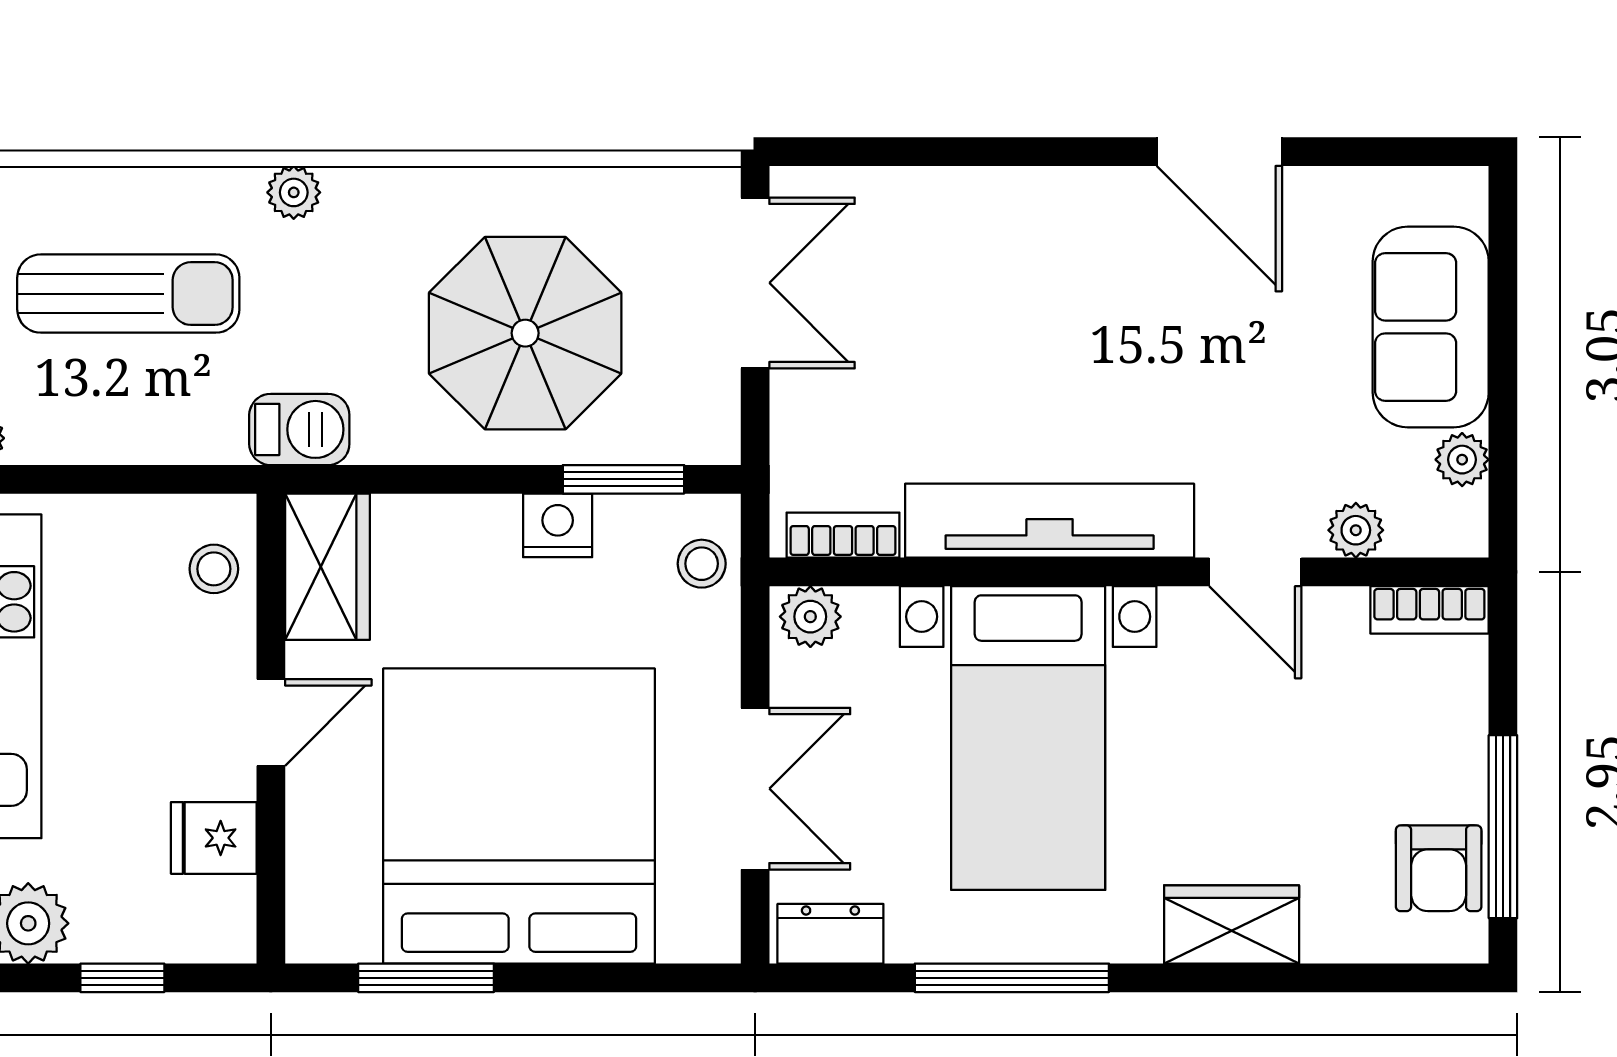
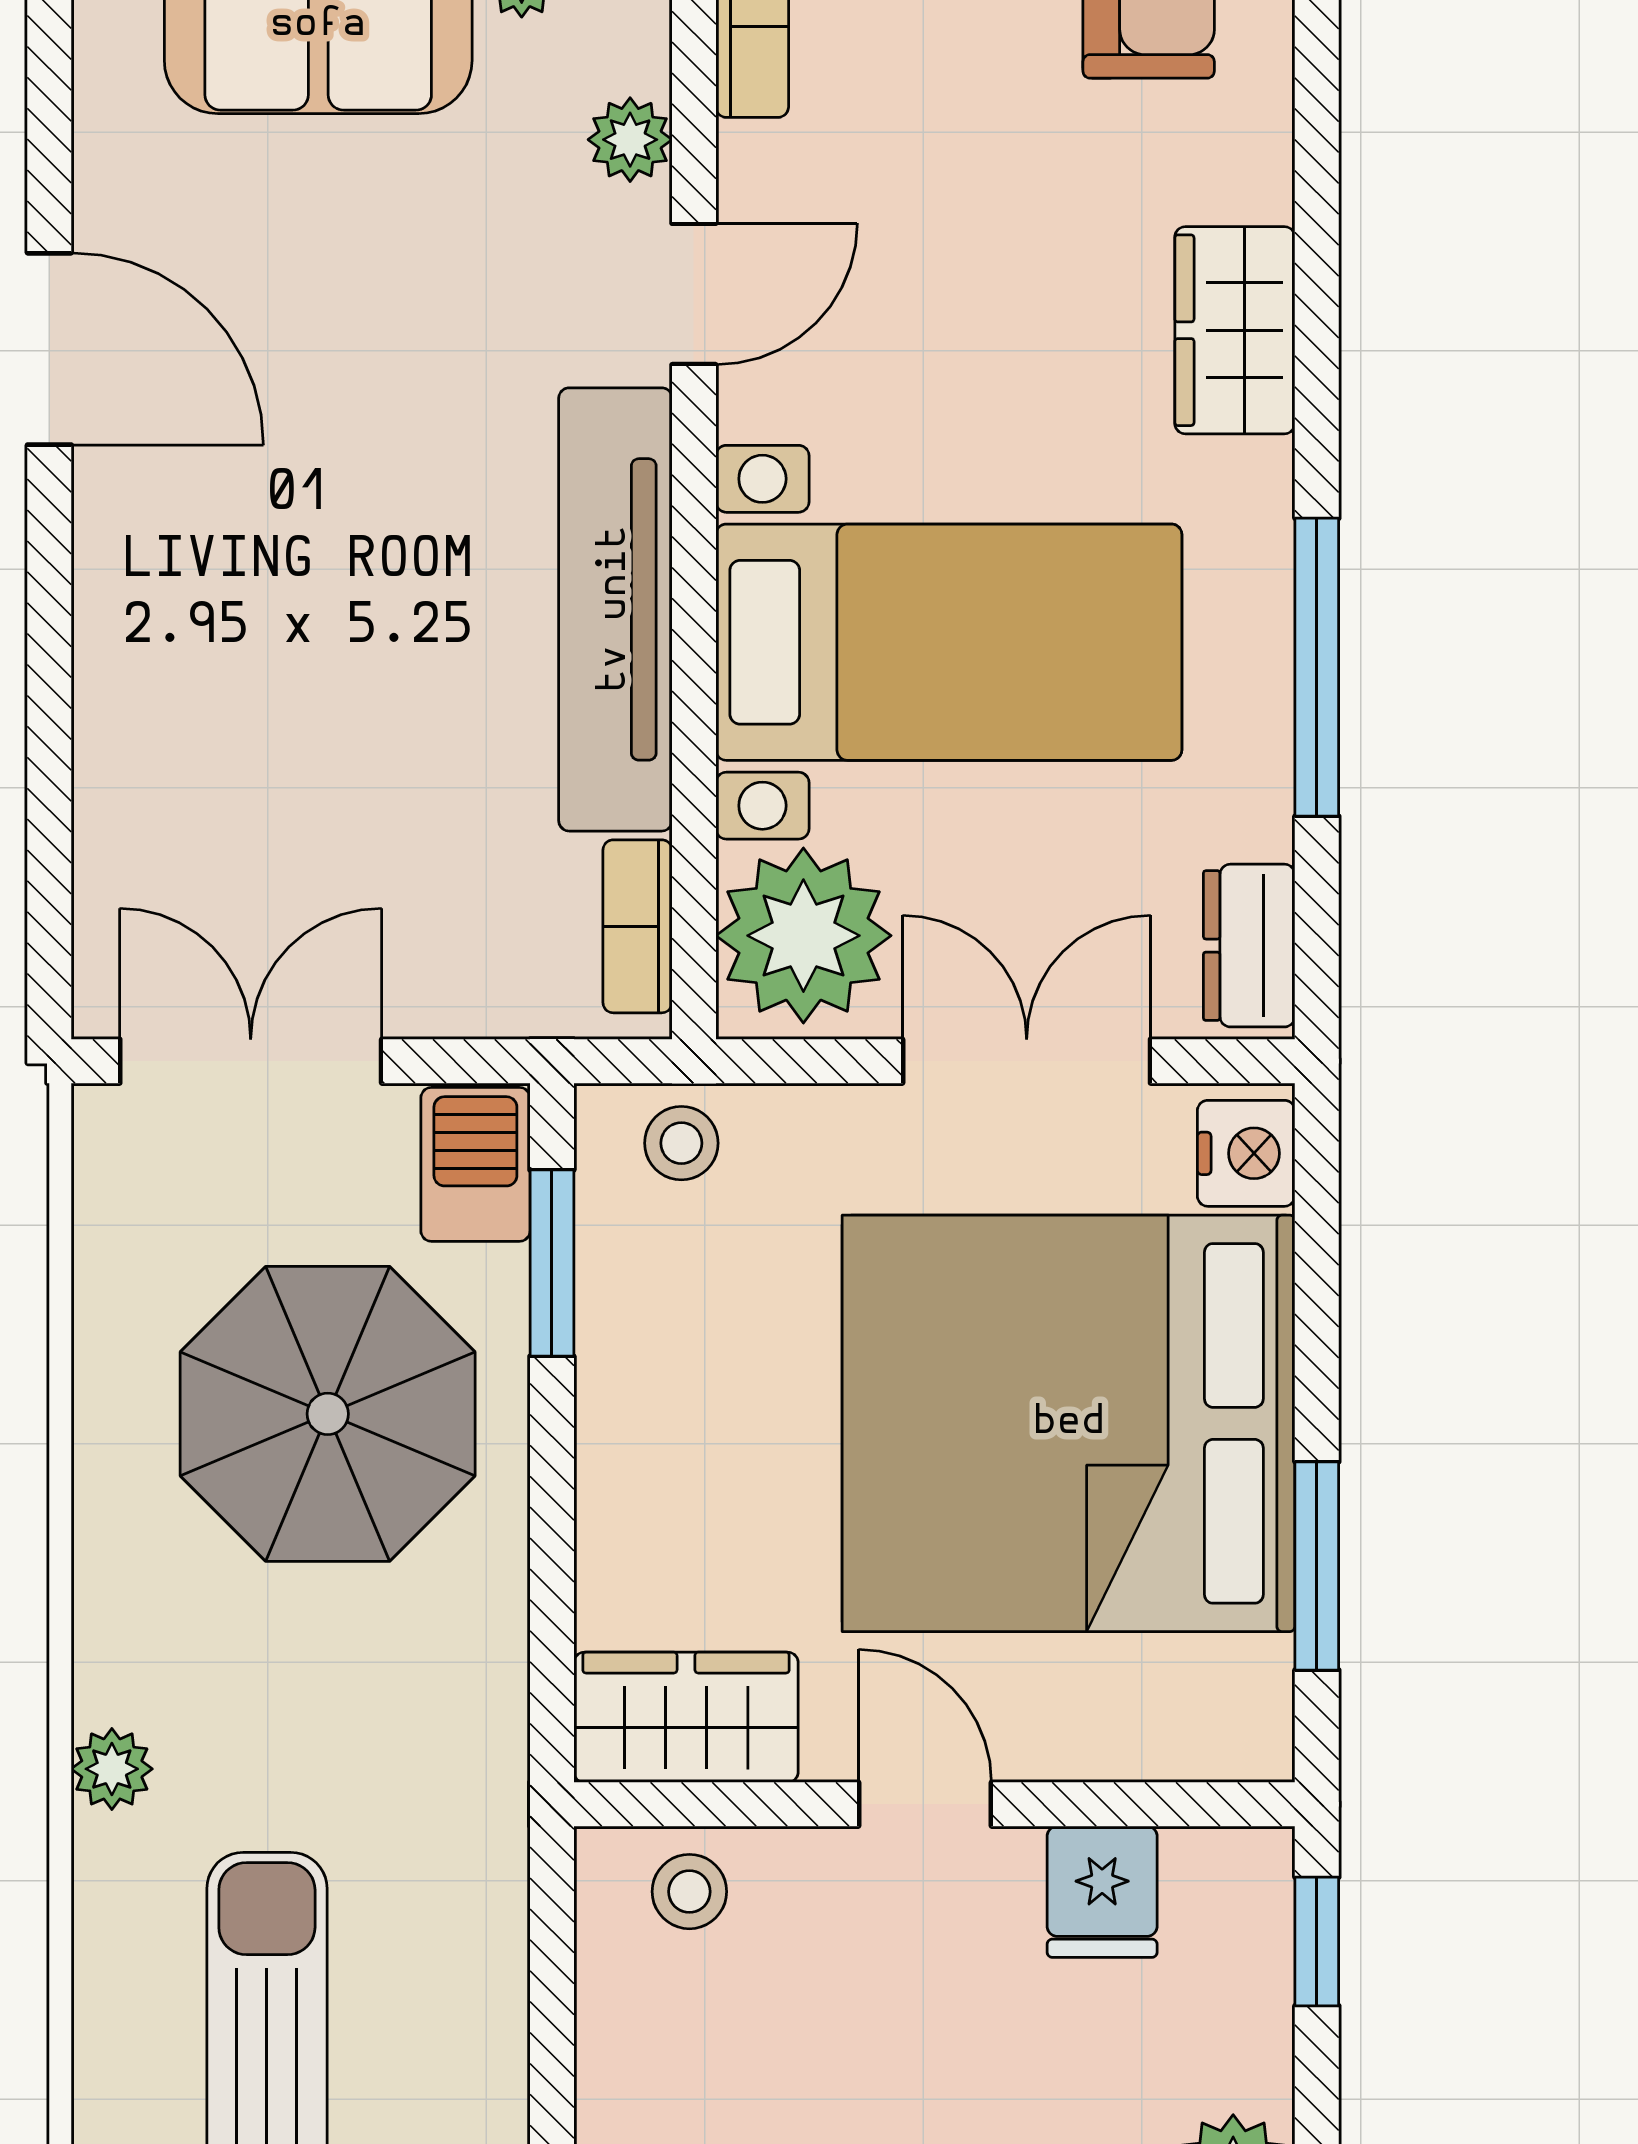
door: (1219, 152) -> (49, 349), hinge flipped
barbecue: (299, 429) -> (475, 1164), moved
nightstand: (558, 525) -> (1246, 1153), moved, turned 180
plant: (810, 617) -> (803, 936), width x1.88, depth x1.88
window: (122, 978) -> (1317, 1941), moved

